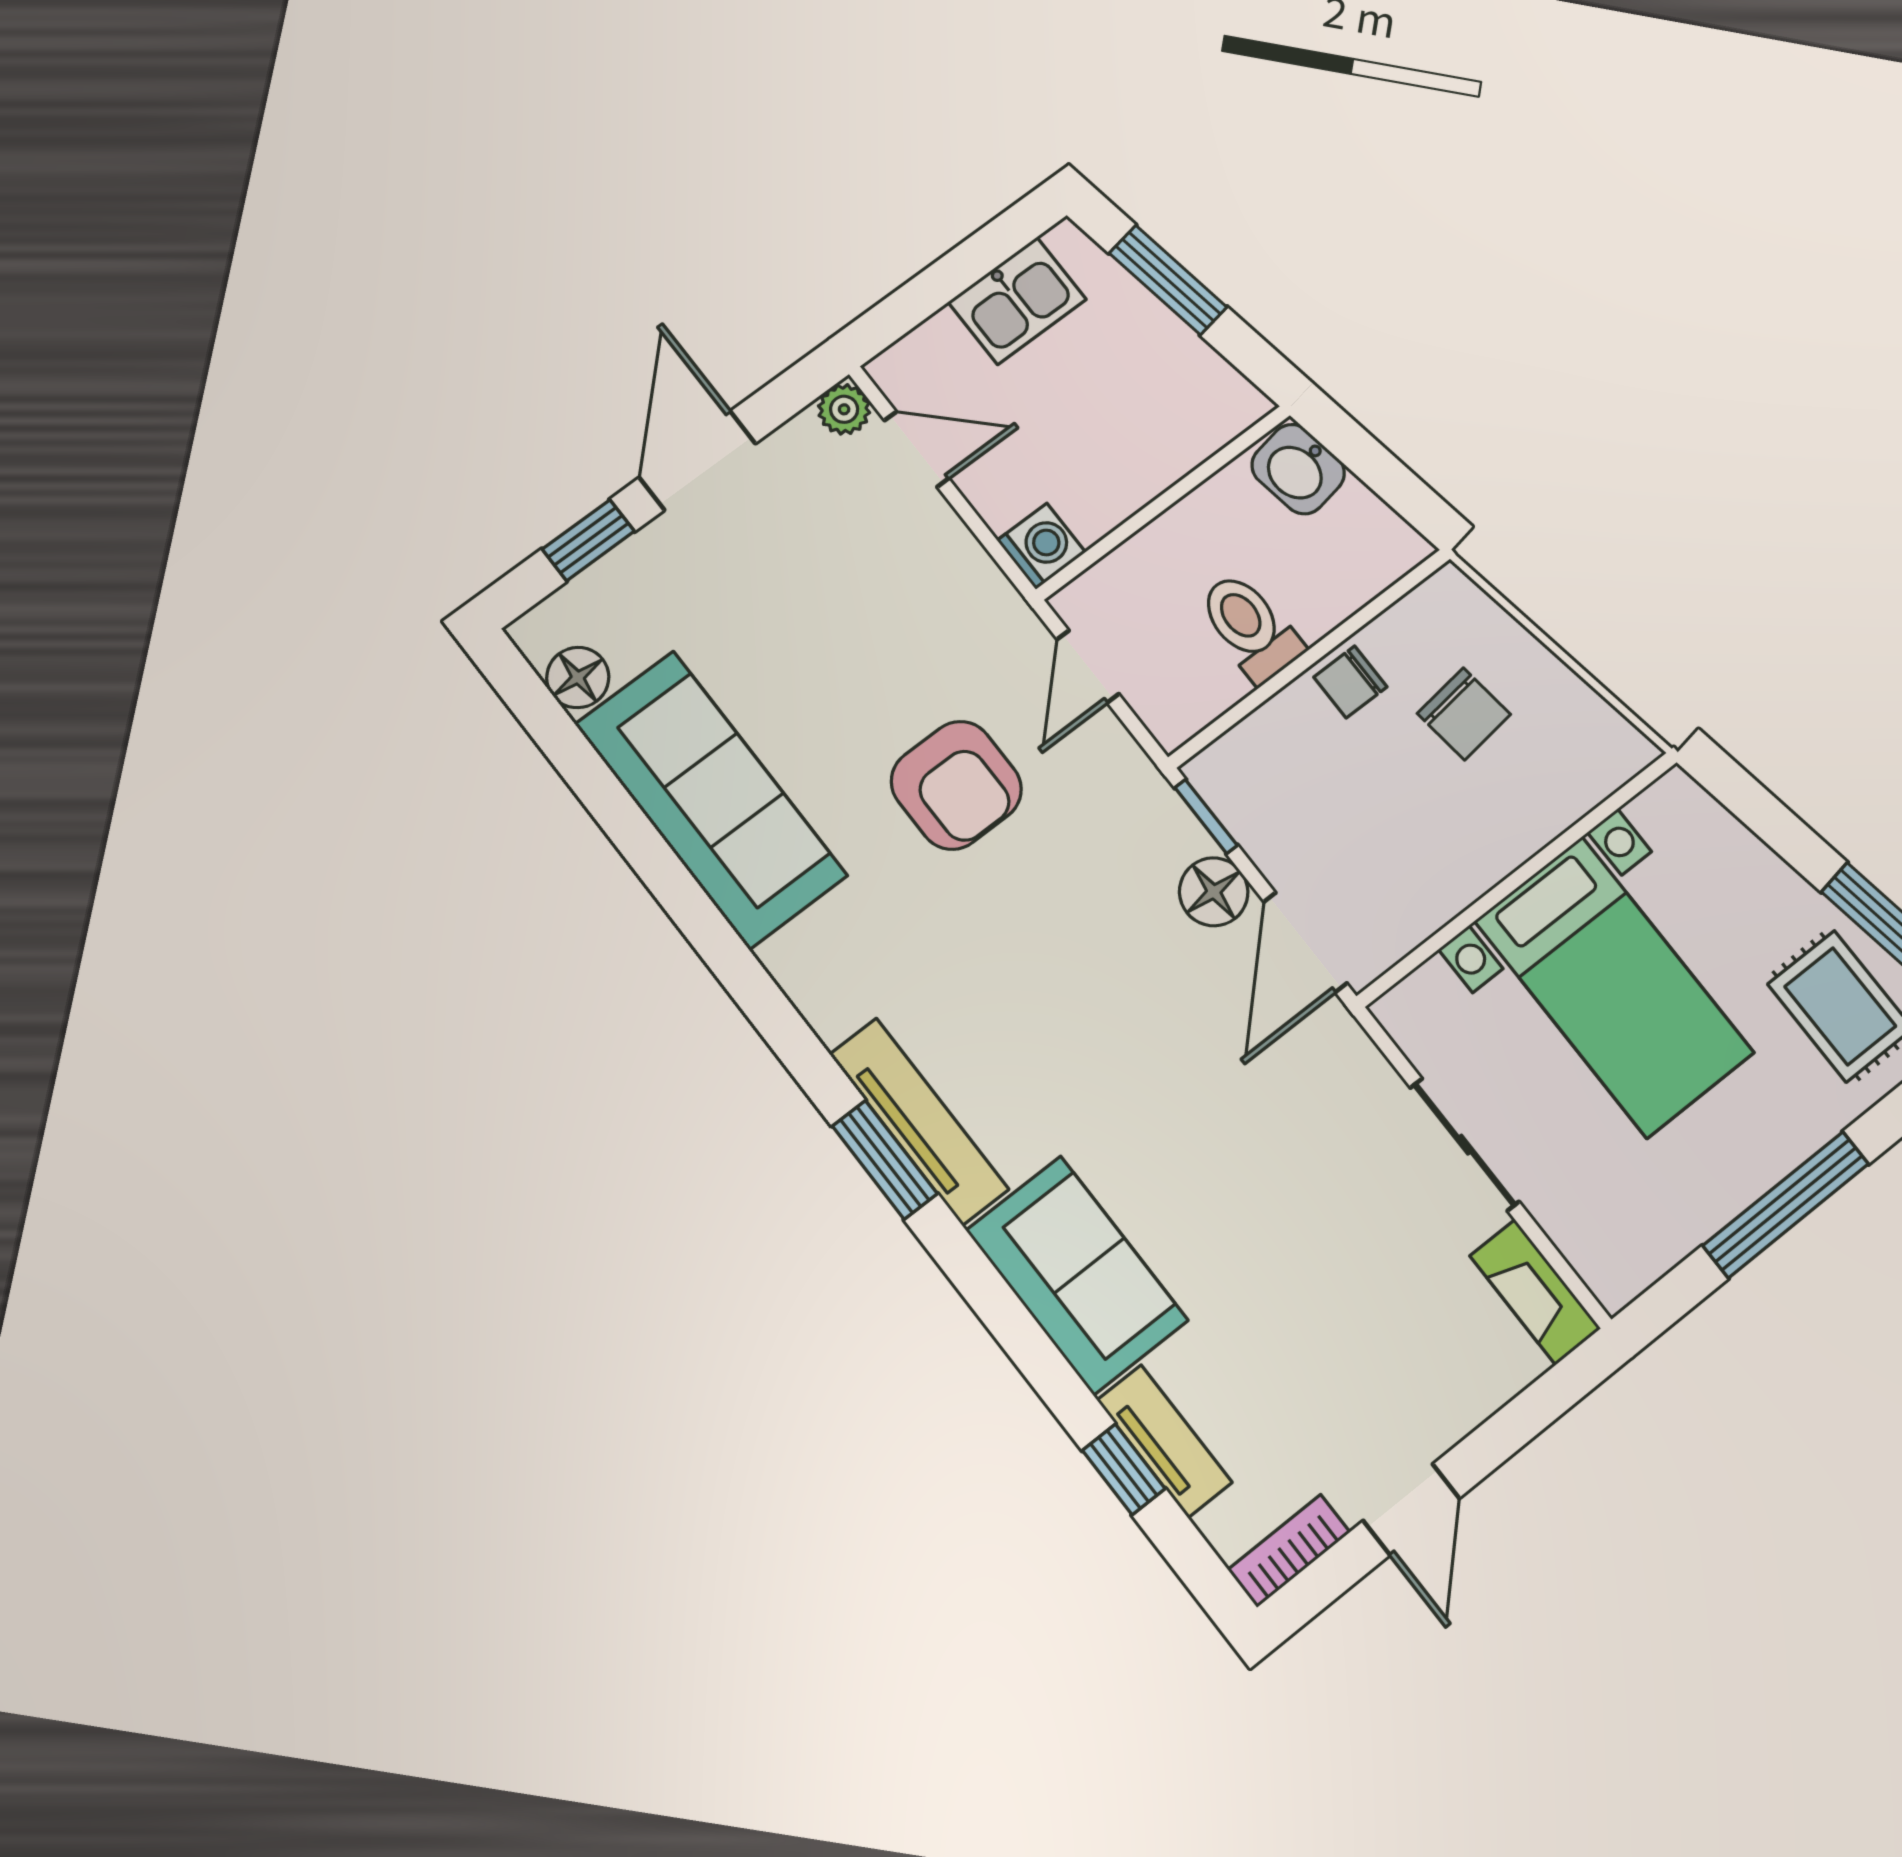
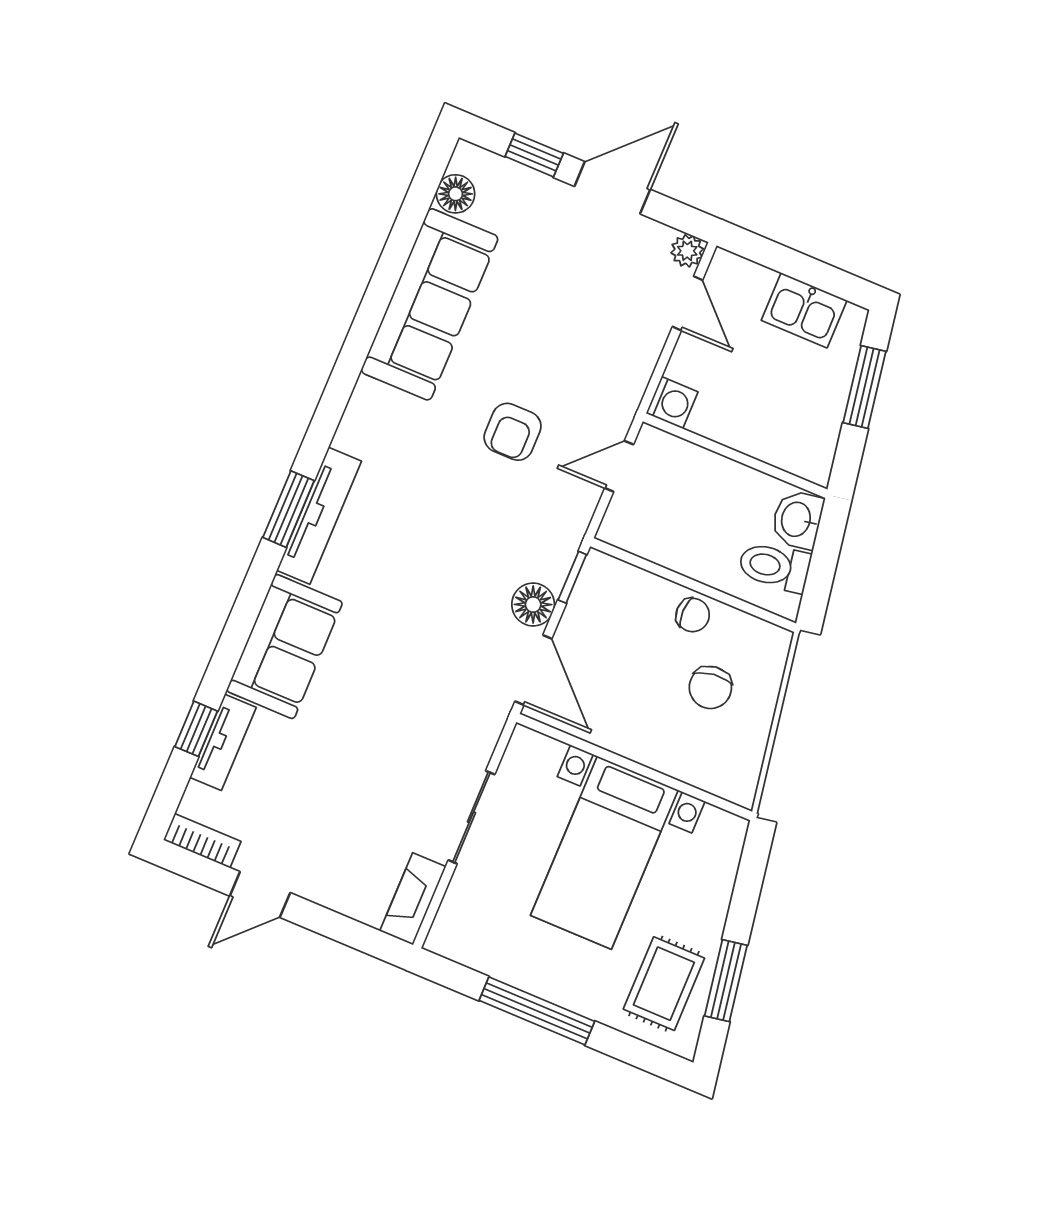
toilet: (1250, 627) -> (774, 567), moved, turned -100
chair: (1350, 682) -> (693, 615), turned 180
armchair: (956, 785) -> (513, 432), width x0.72, depth x0.72
door: (1305, 942) -> (533, 670), swing flipped

